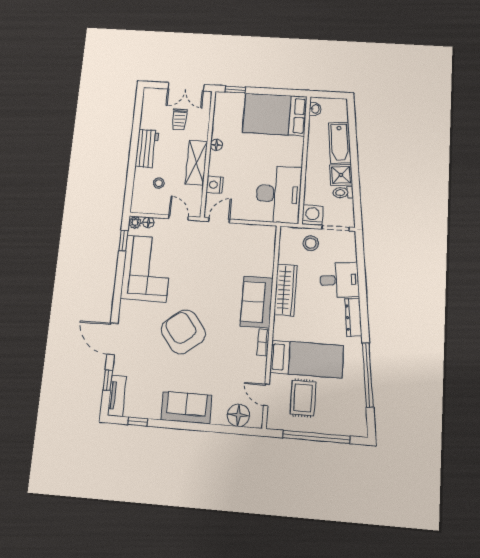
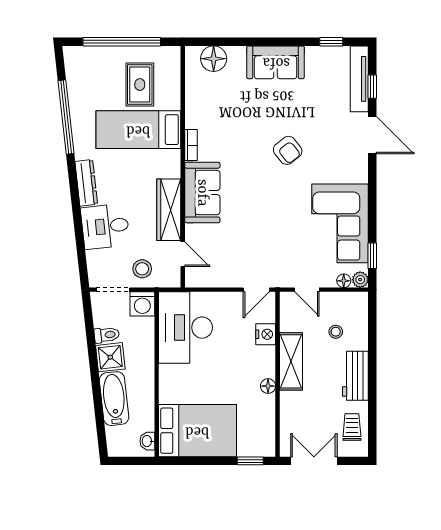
trolley: (179, 119) -> (352, 427), moved
armchair: (183, 332) -> (288, 150), width x0.53, depth x0.53
door: (266, 395) -> (183, 254), moved
tv unit: (117, 396) -> (359, 79), width x1.41

